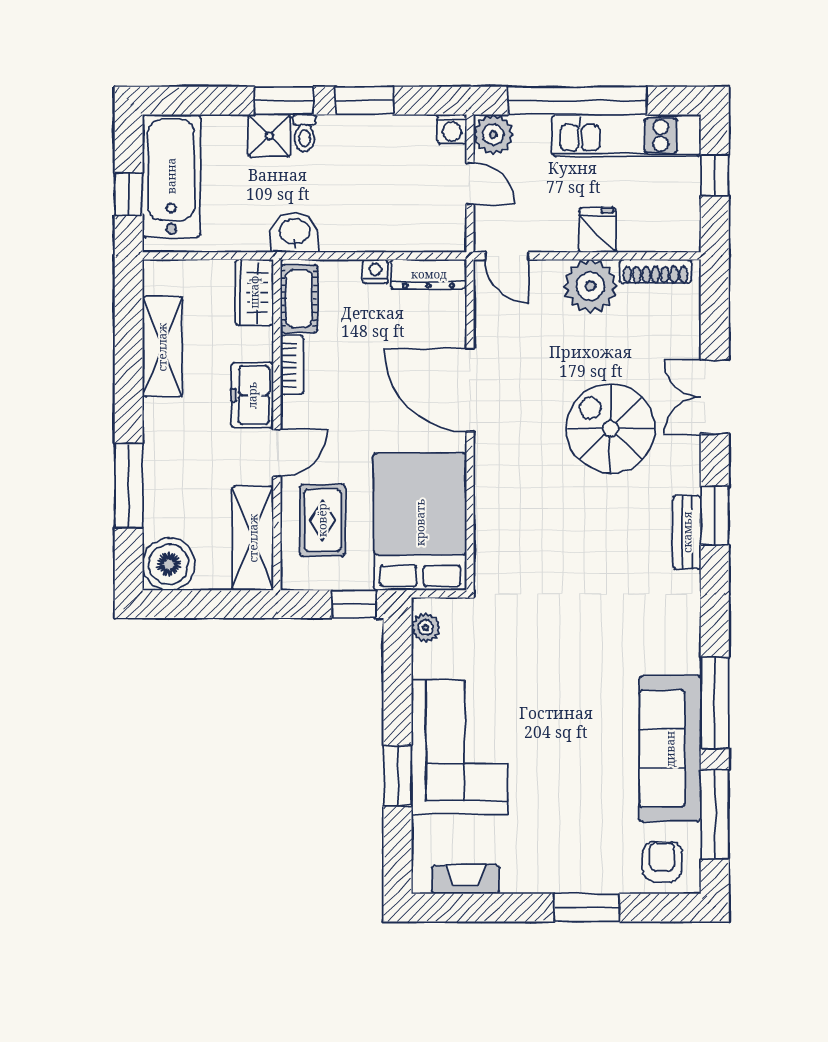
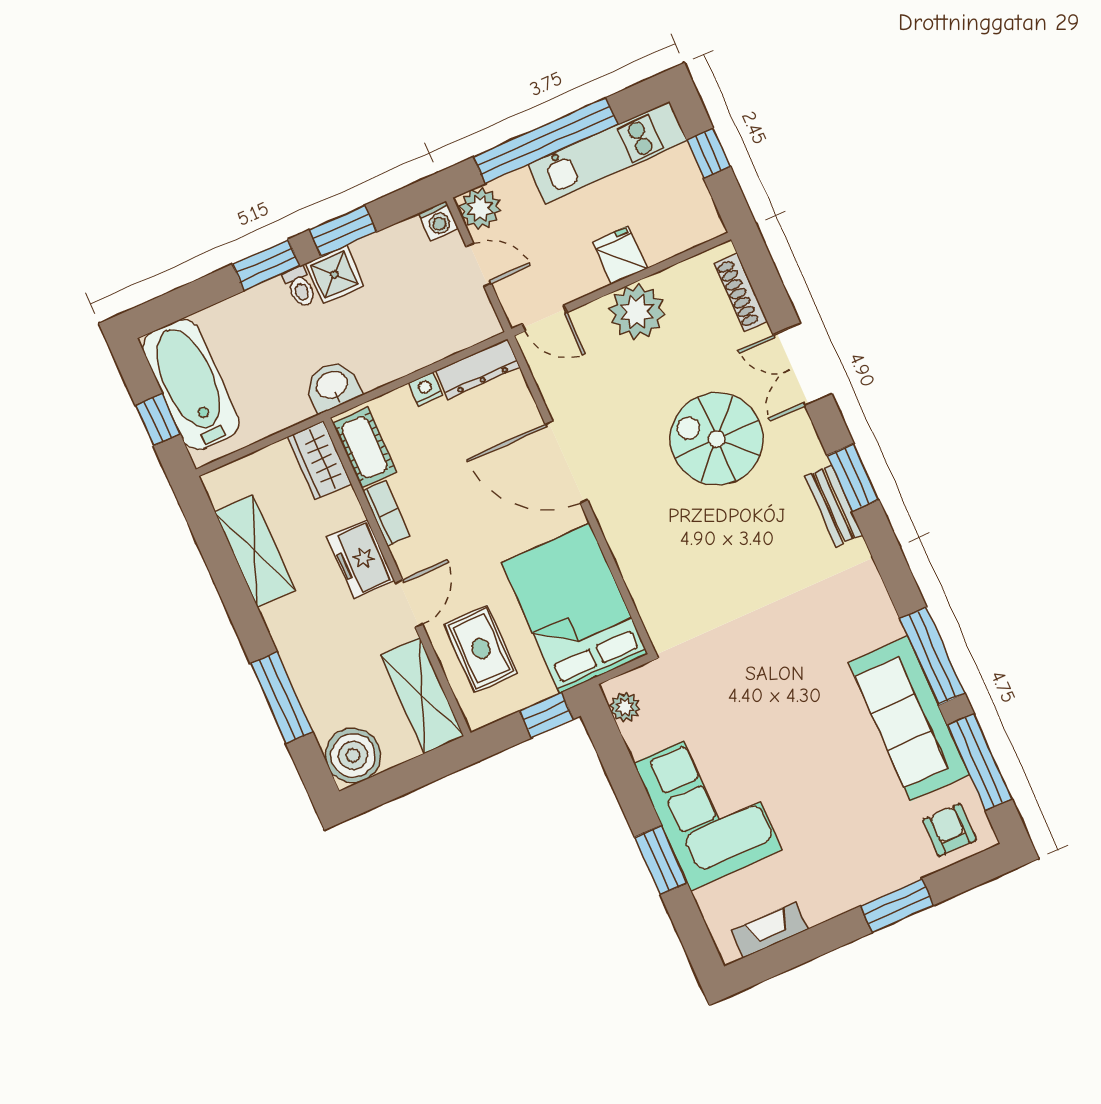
shower: (269, 136) -> (335, 275), moved
shoe rack: (655, 271) -> (741, 292), moved, turned 90

